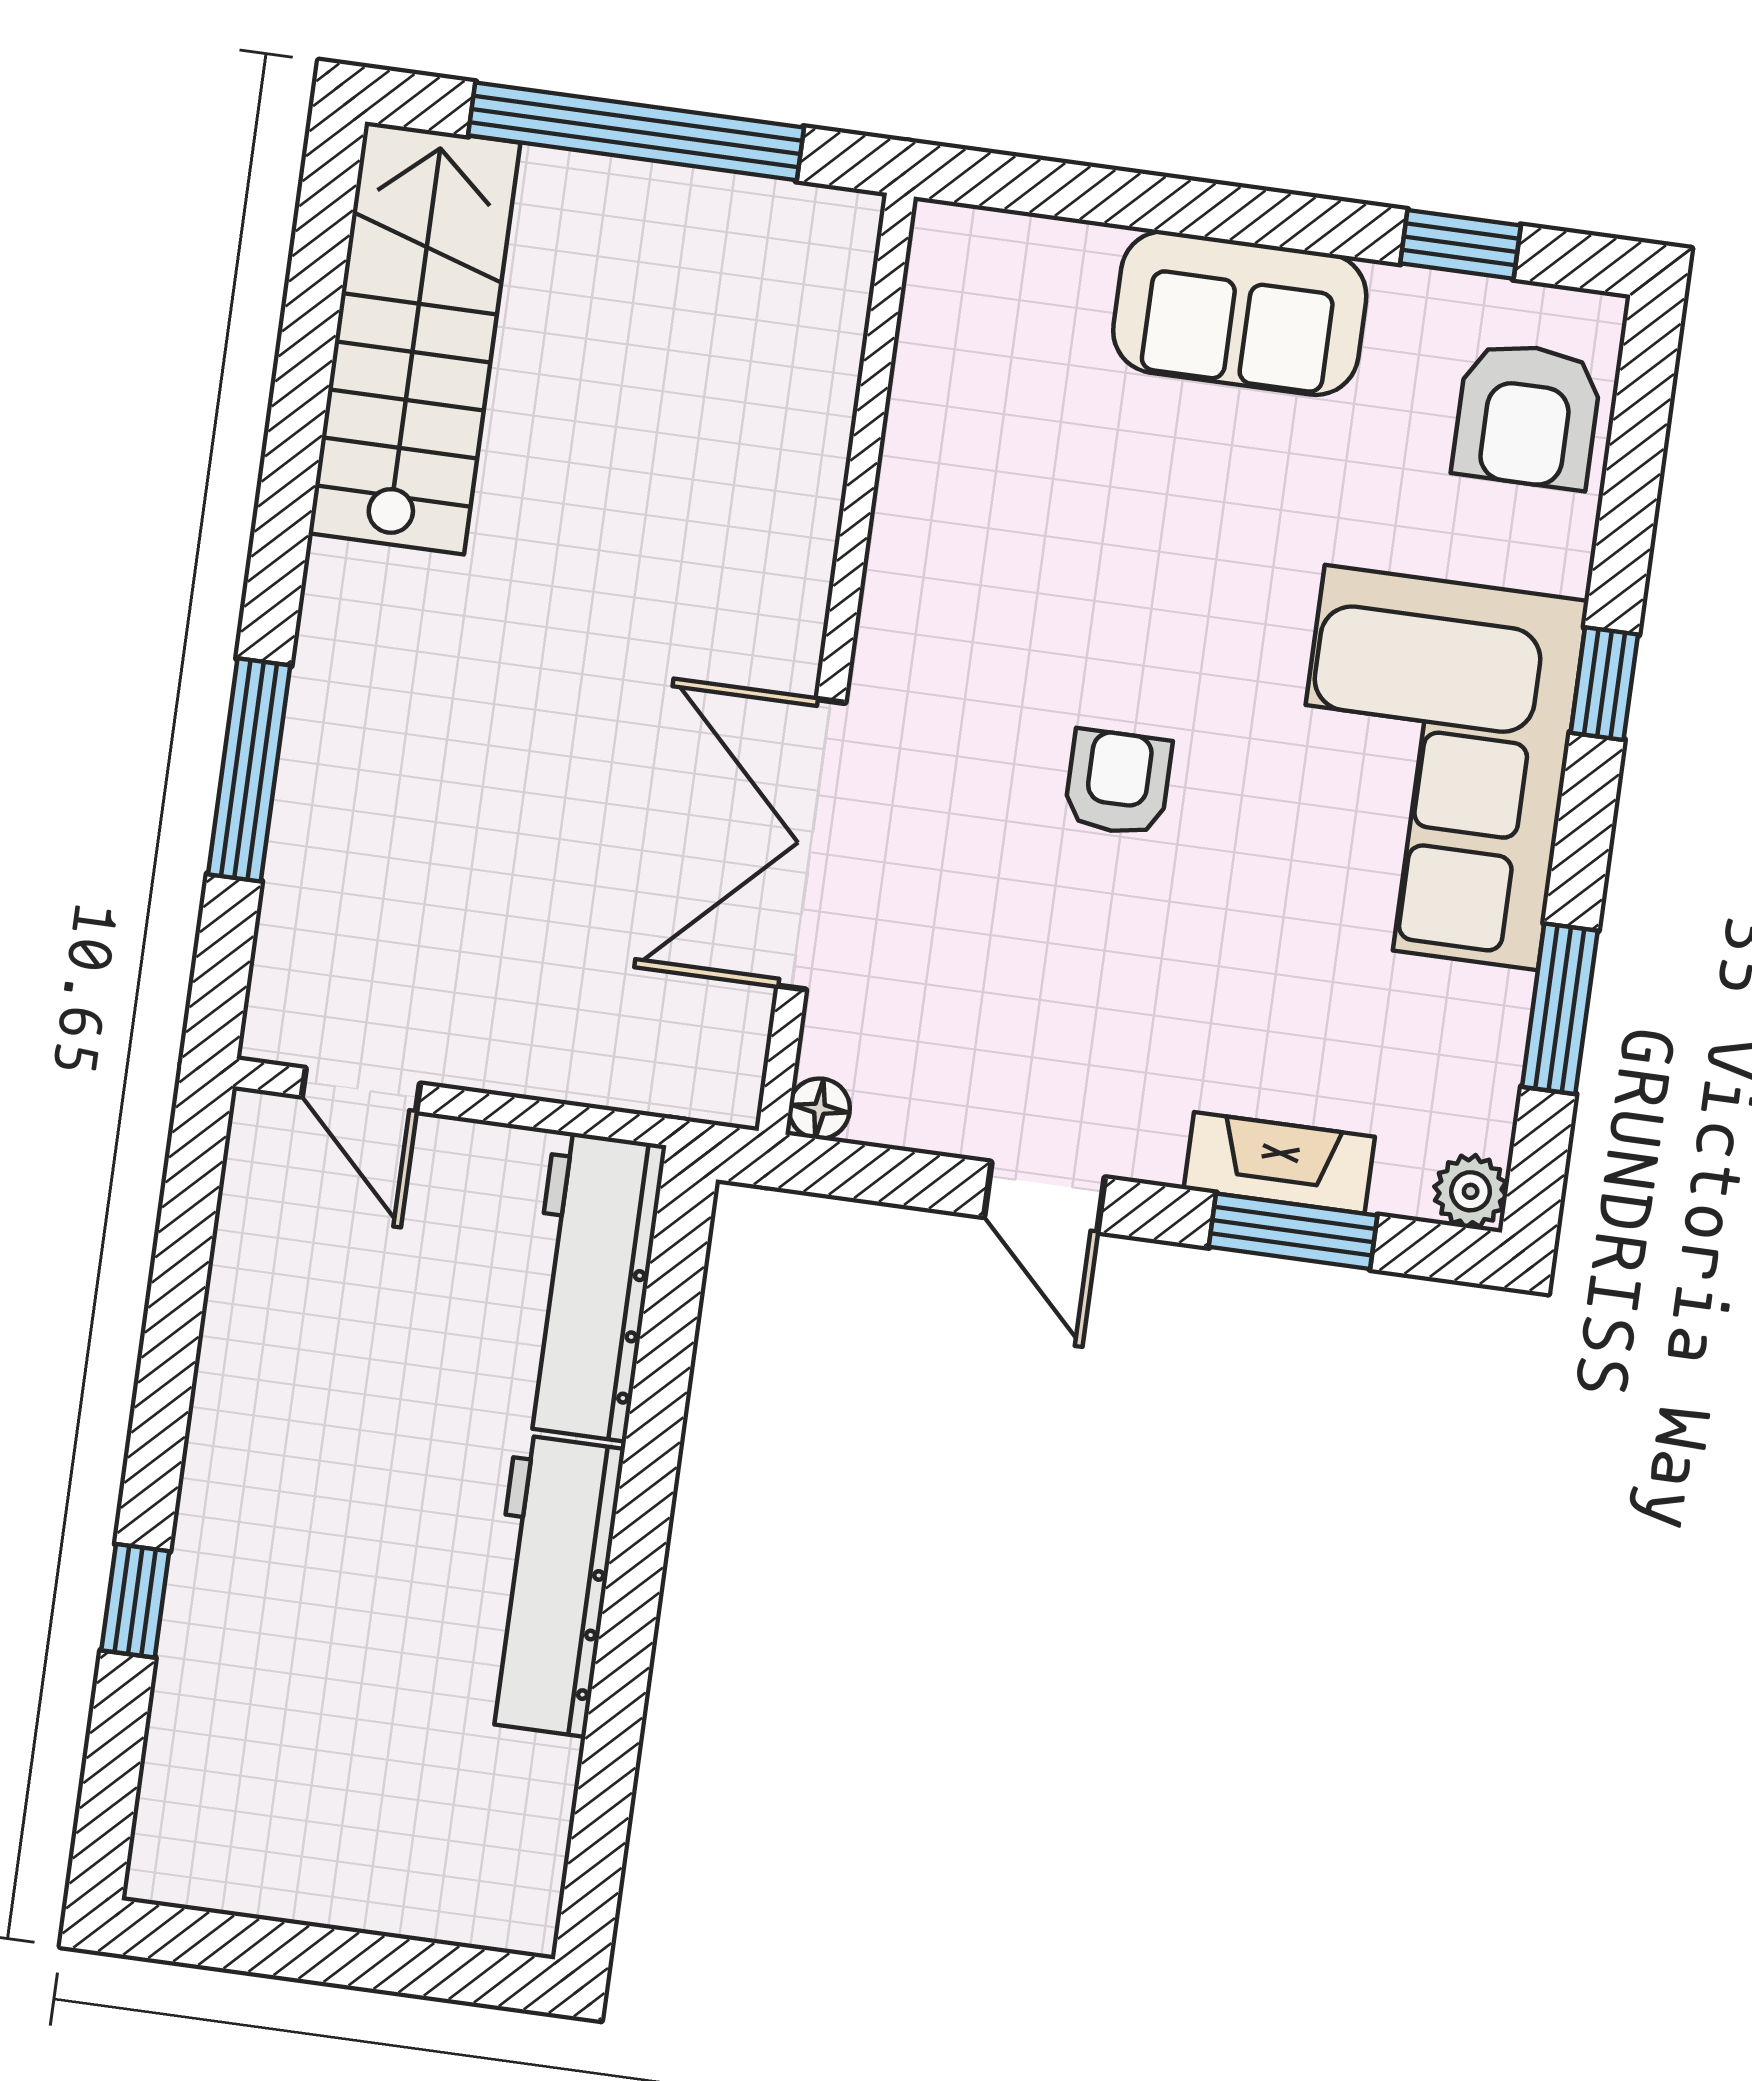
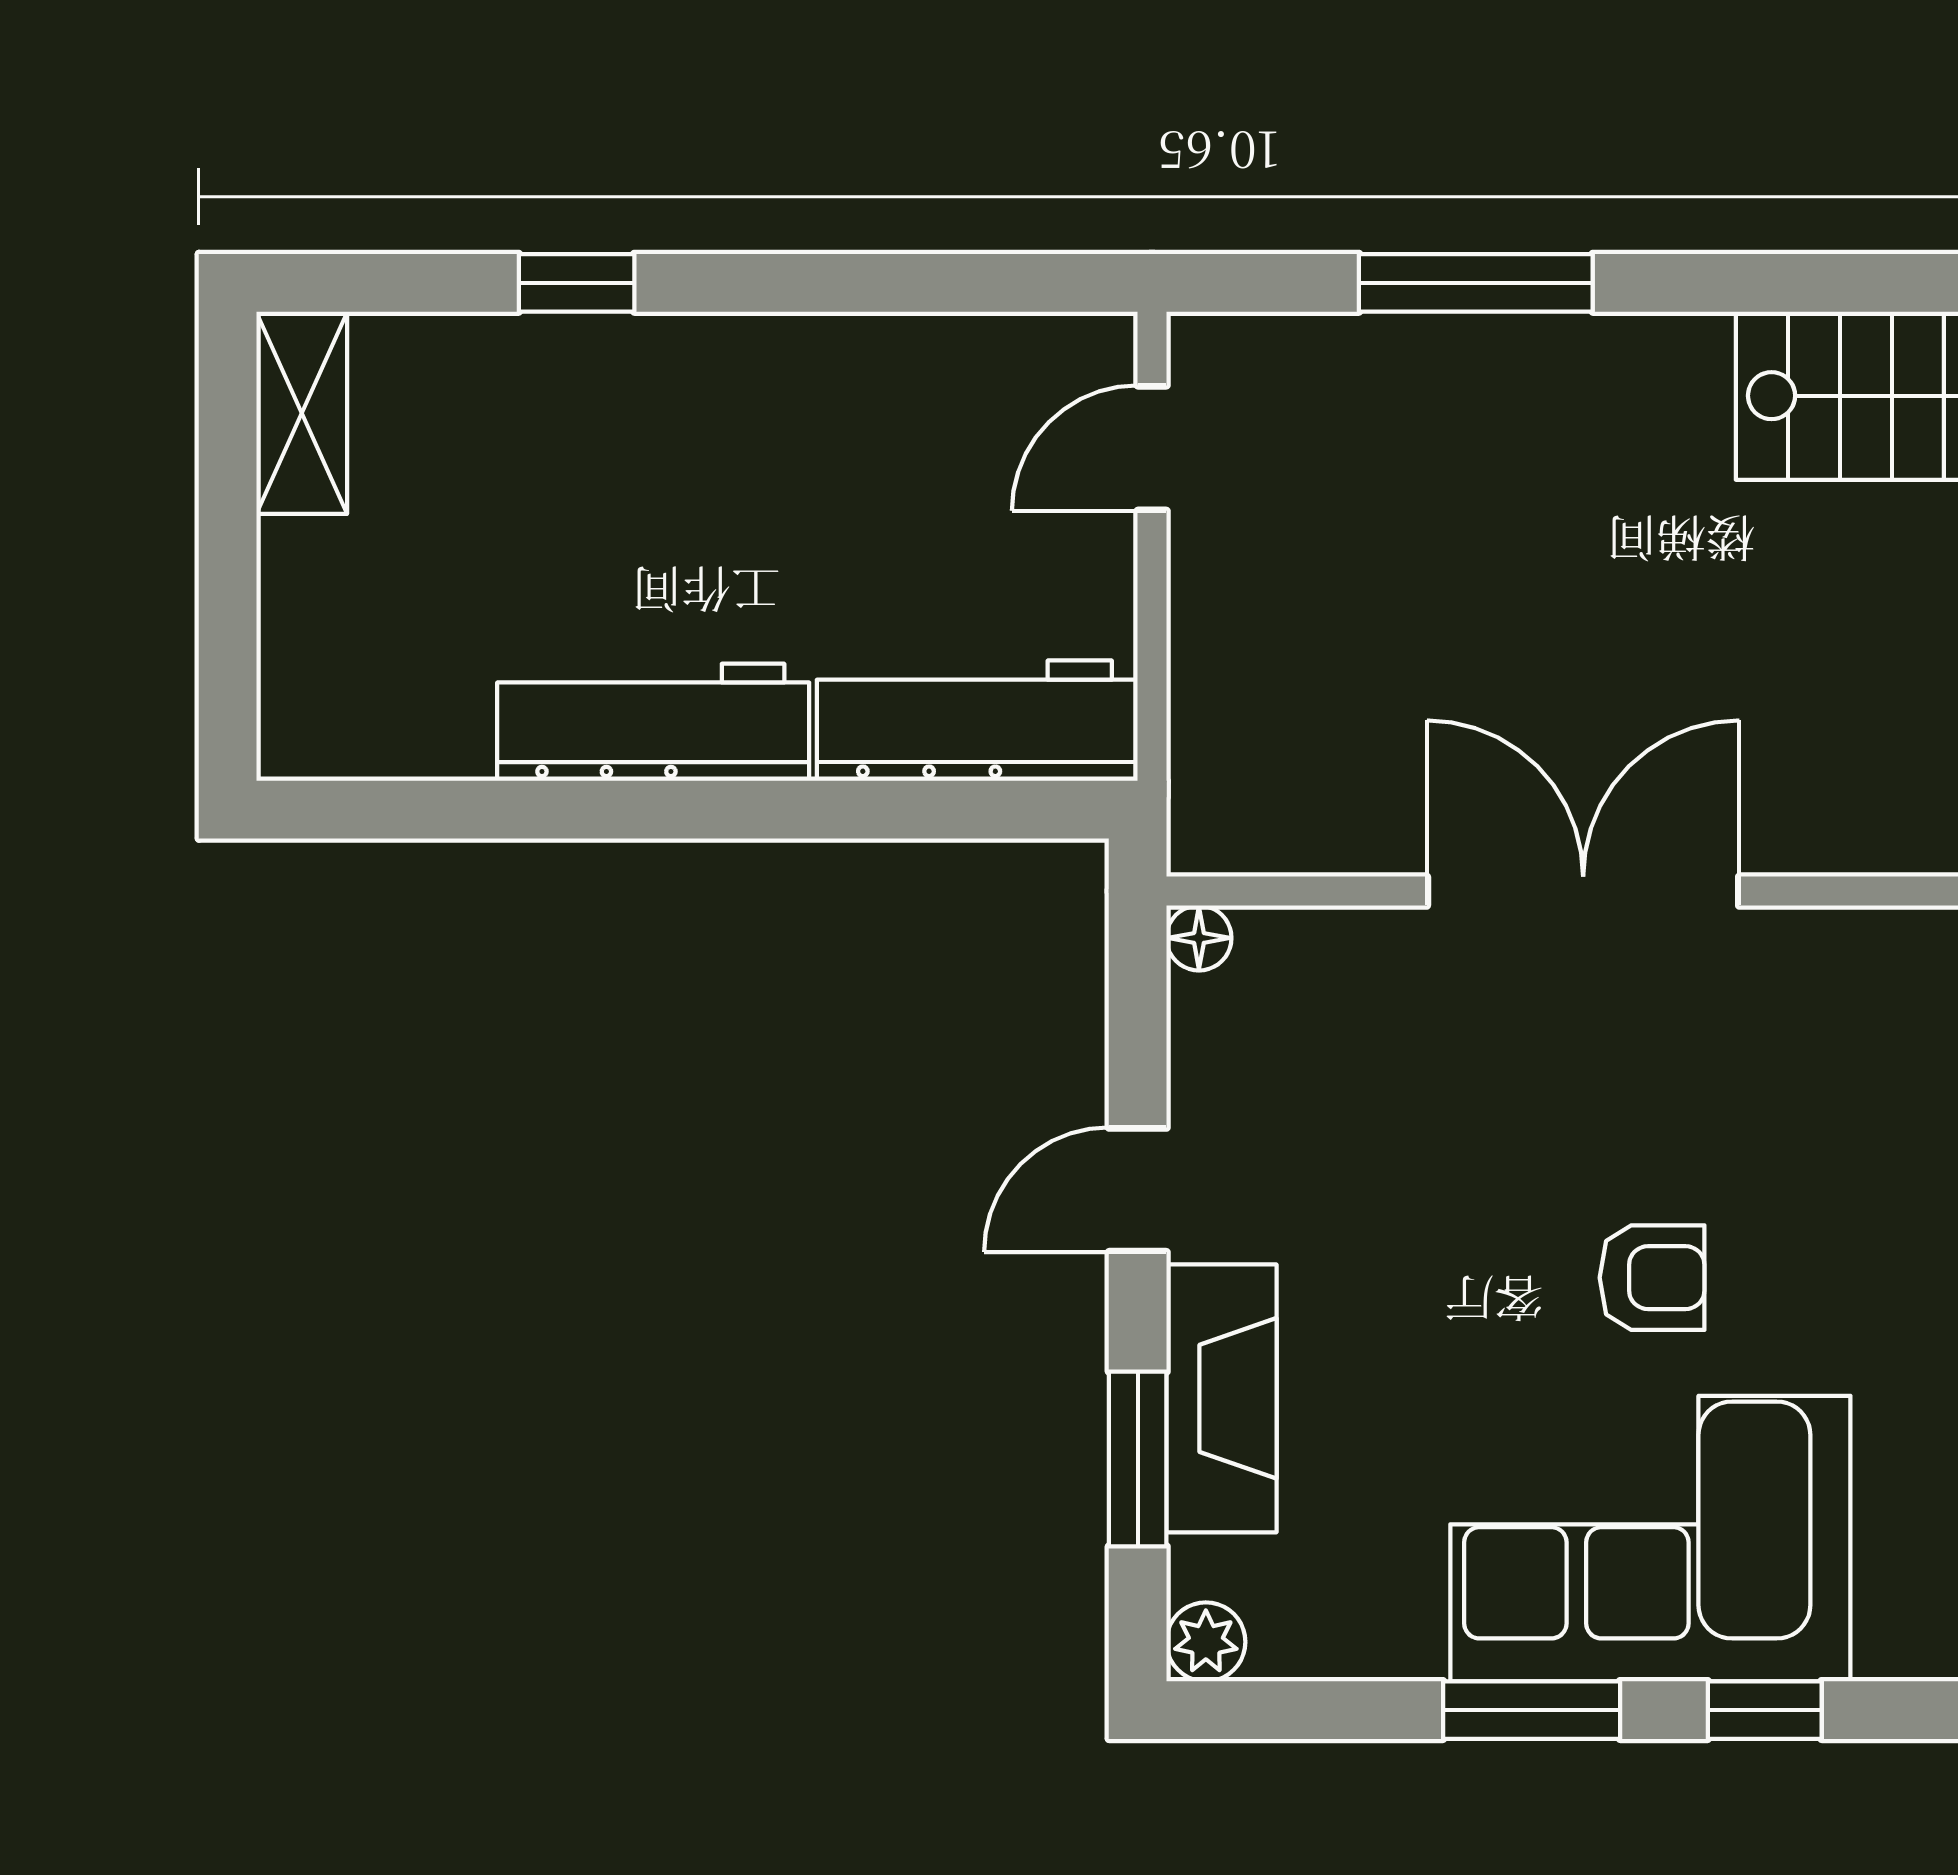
armchair: (1118, 783) -> (1652, 1278), moved
double door: (811, 844) -> (1583, 891), moved
window: (1560, 1009) -> (1532, 1710), moved
fireplace: (1279, 1163) -> (1221, 1398), width x1.37, depth x1.32
shelving: (221, 1871) -> (302, 413), added

